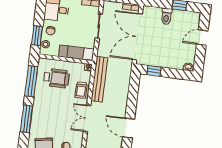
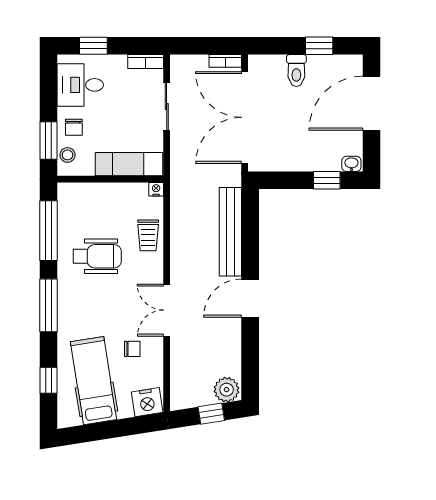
door: (202, 38) -> (372, 103), width x1.88
window: (154, 71) -> (327, 180), moved
wheelchair: (56, 78) -> (97, 256), moved
bench: (99, 79) -> (230, 232), moved
double door: (87, 118) -> (167, 310), moved
door: (129, 128) -> (250, 298), hinge flipped

